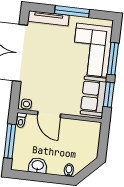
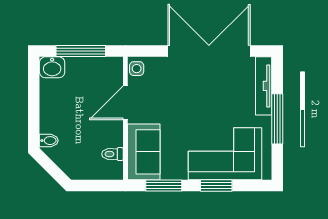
window: (113, 59) -> (216, 185), width x0.69
sofa: (93, 96) -> (144, 152), moved, turned 90
toilet: (21, 120) -> (112, 154), moved
washbasin: (38, 166) -> (52, 67), moved, turned 90

